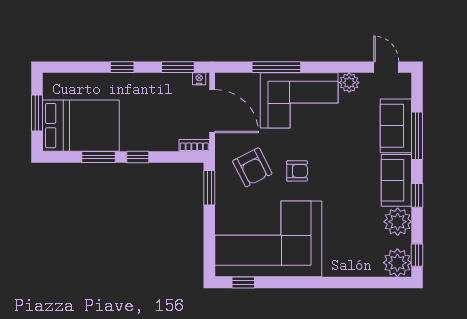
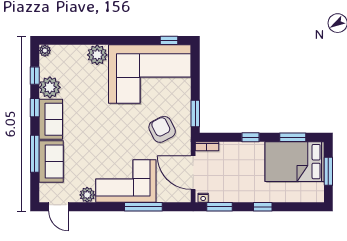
window: (98, 157) -> (293, 137), moved
armchair: (297, 171) -> (127, 127), removed
window: (417, 255) -> (35, 76), moved
plant: (397, 263) -> (45, 51), width x0.53, depth x0.53
plant: (336, 264) -> (97, 55), added

